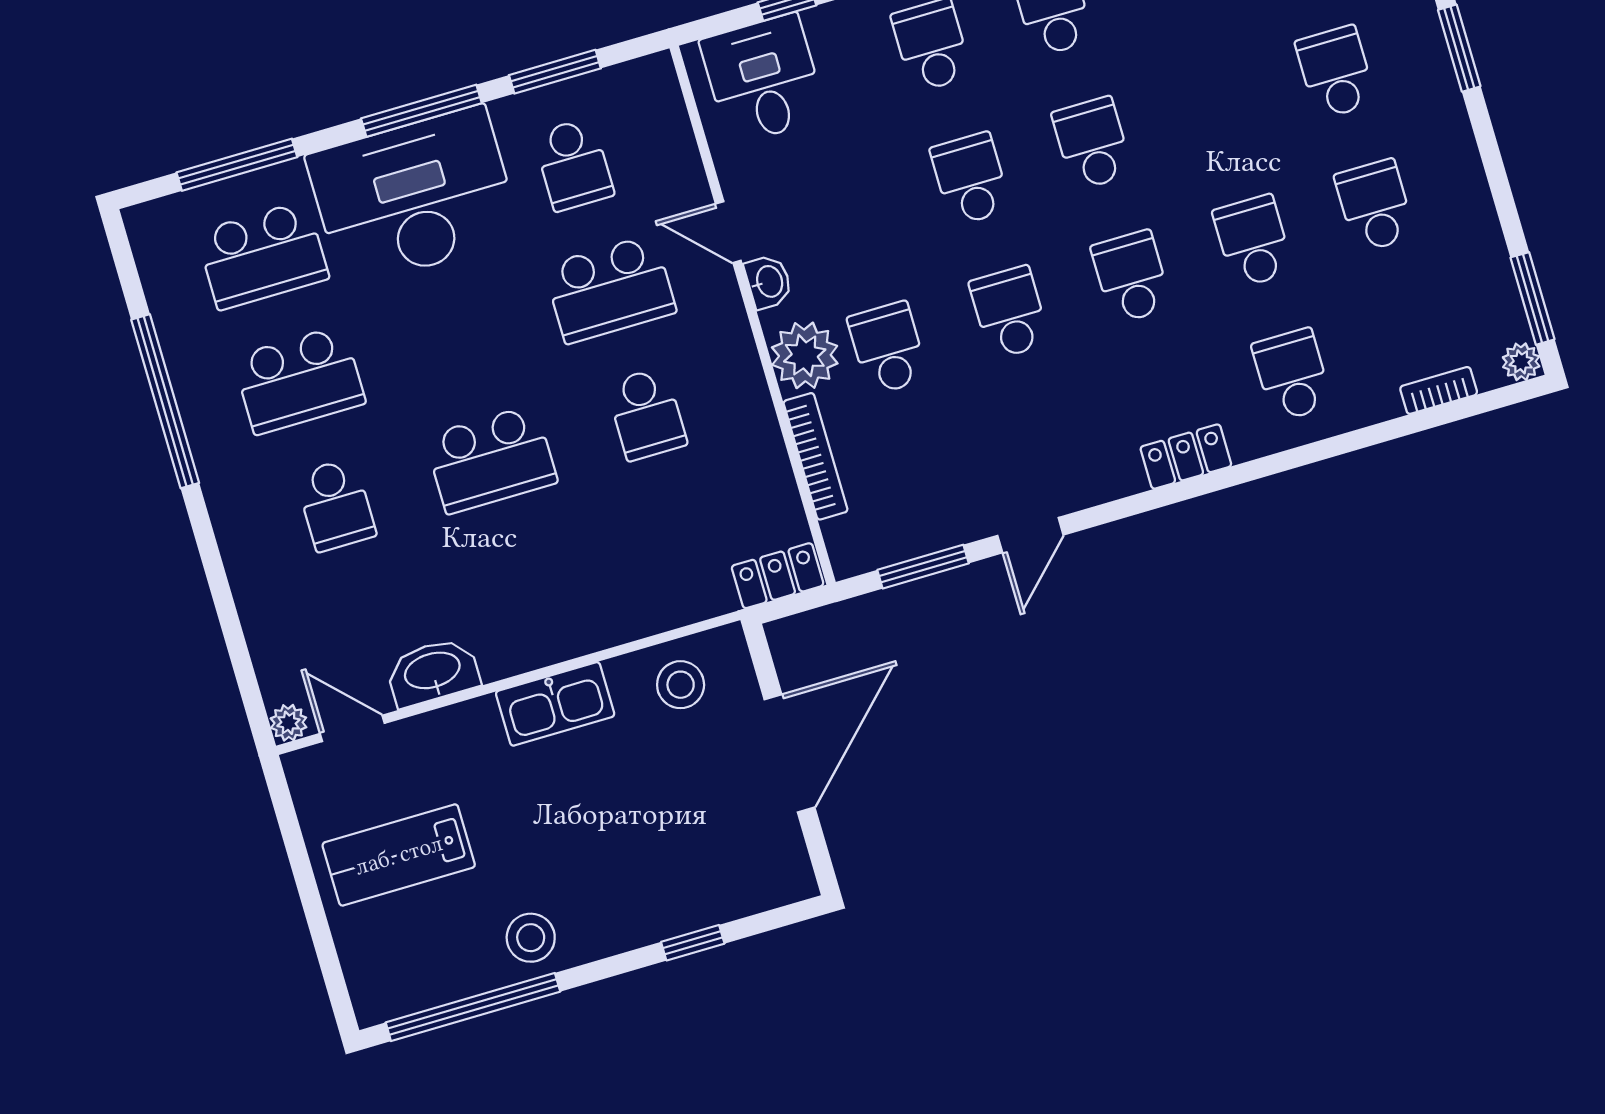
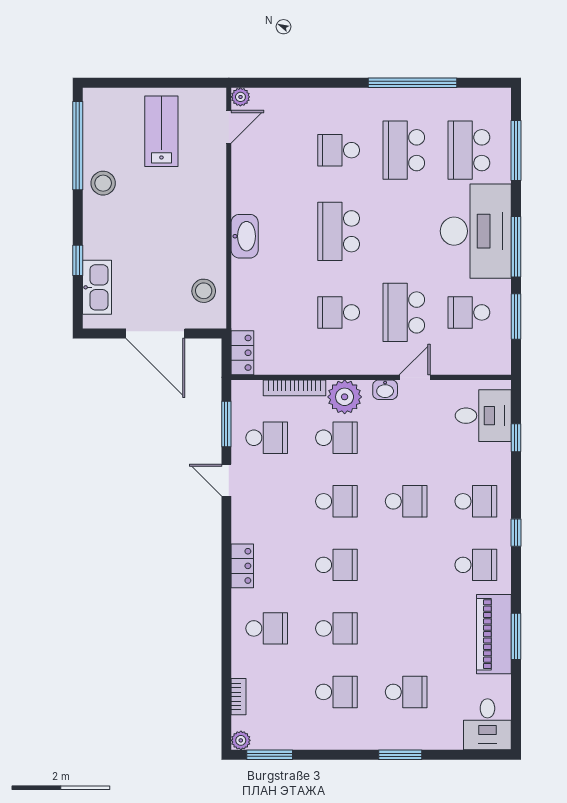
school desk: (1092, 143) -> (267, 438), moved
washbasin: (433, 672) -> (245, 236), moved
kitchen sink: (555, 704) -> (97, 287), moved, turned 180

